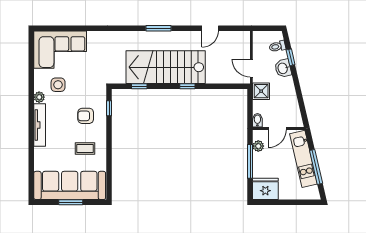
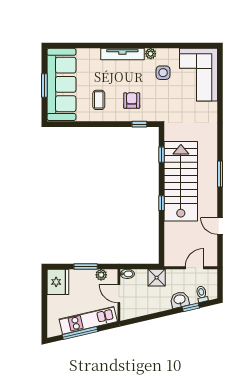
door: (251, 68) -> (194, 268), moved
window: (250, 161) -> (86, 266), width x0.69

